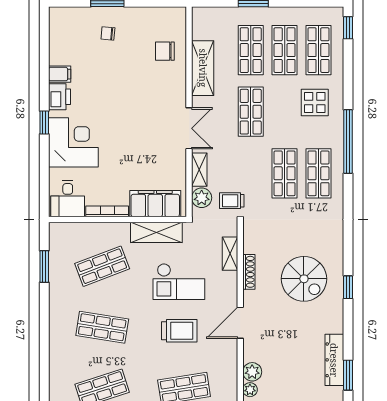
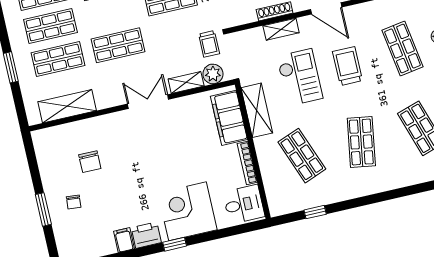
chair: (165, 51) -> (90, 162), moved
shelving: (203, 68) -> (67, 106), moved
shelving: (230, 254) -> (281, 29), moved
window: (44, 266) -> (315, 212), width x0.67

